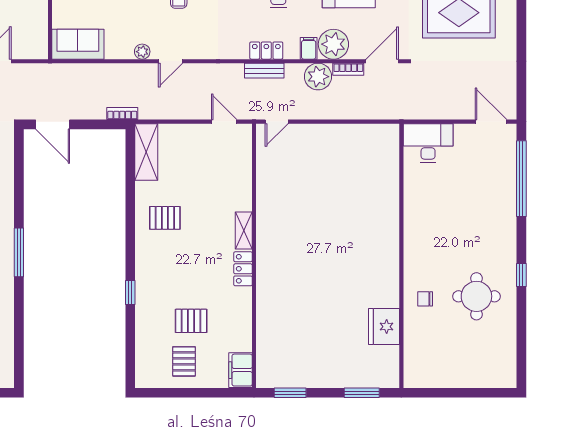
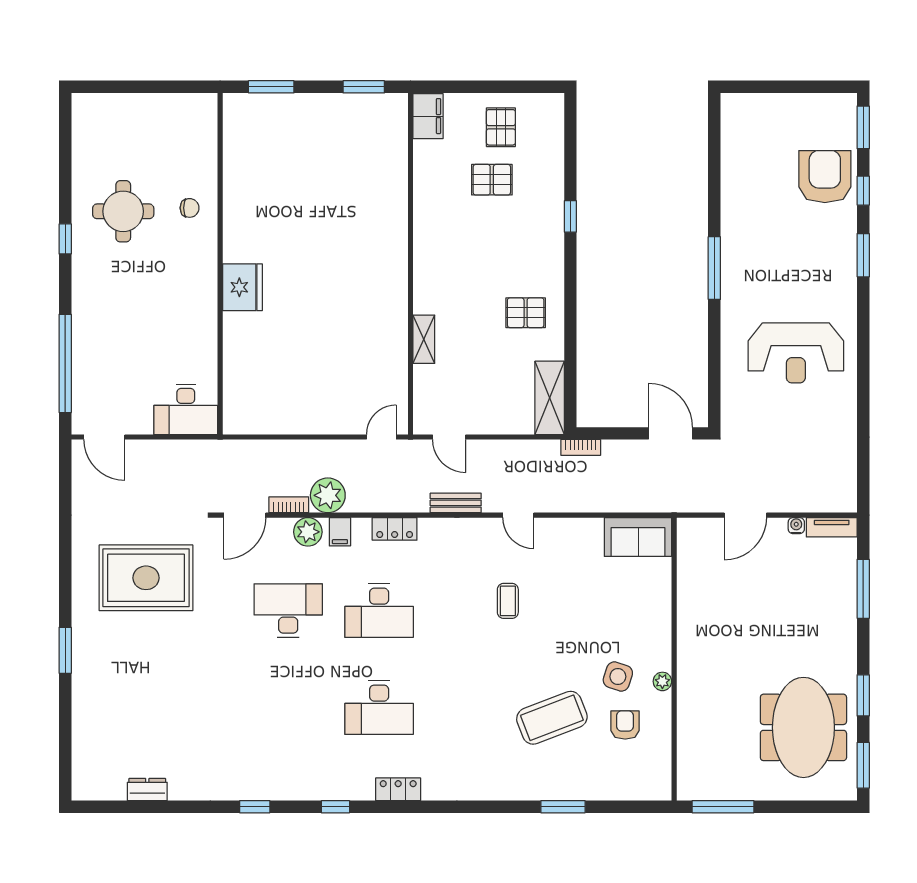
plant: (333, 44) -> (308, 532), width x0.73, depth x0.73
plant: (142, 52) -> (555, 527), removed
door: (171, 61) -> (518, 515), swing flipped
bench: (264, 71) -> (456, 503), moved
shelving: (244, 230) -> (424, 339), moved
locker: (243, 269) -> (425, 247), removed
fridge: (384, 327) -> (242, 287), moved

